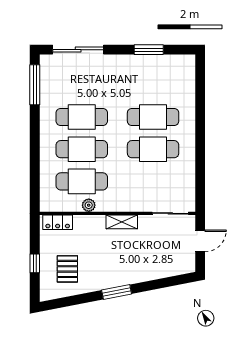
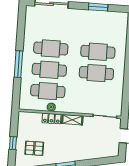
window: (35, 85) -> (18, 64), moved
locker: (58, 222) -> (51, 119), moved
pallet: (67, 269) -> (34, 148), turned 90

